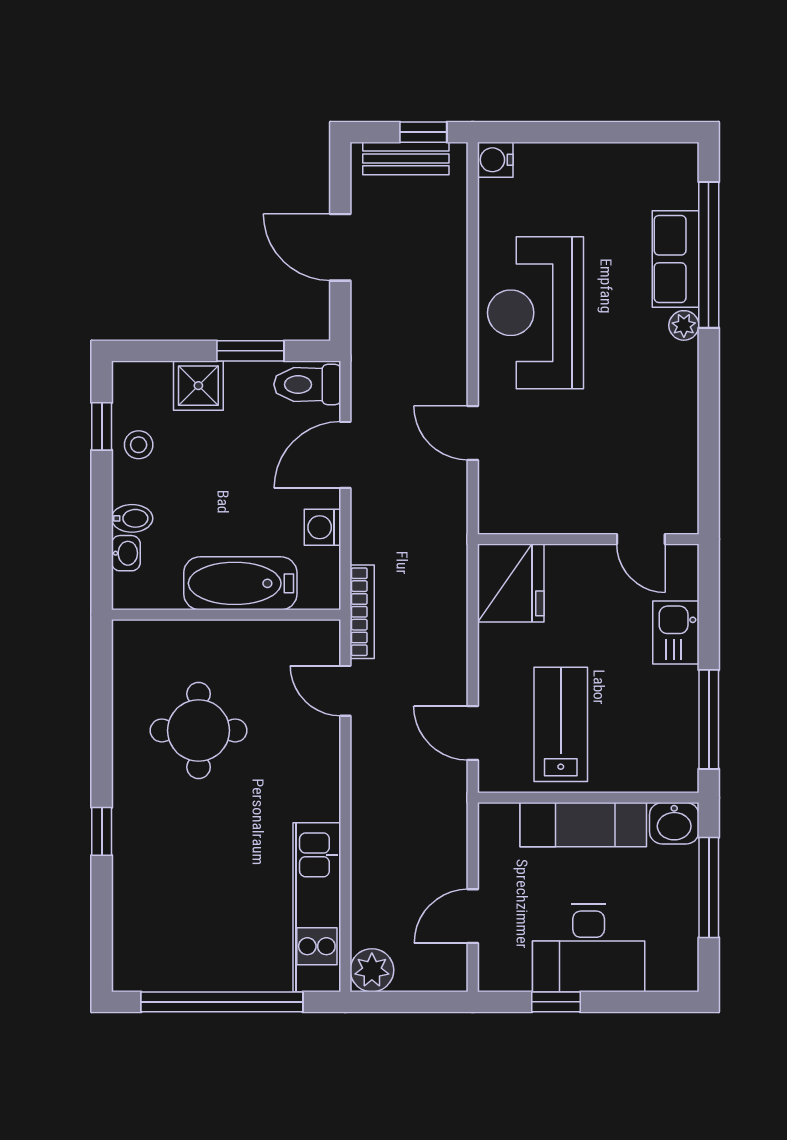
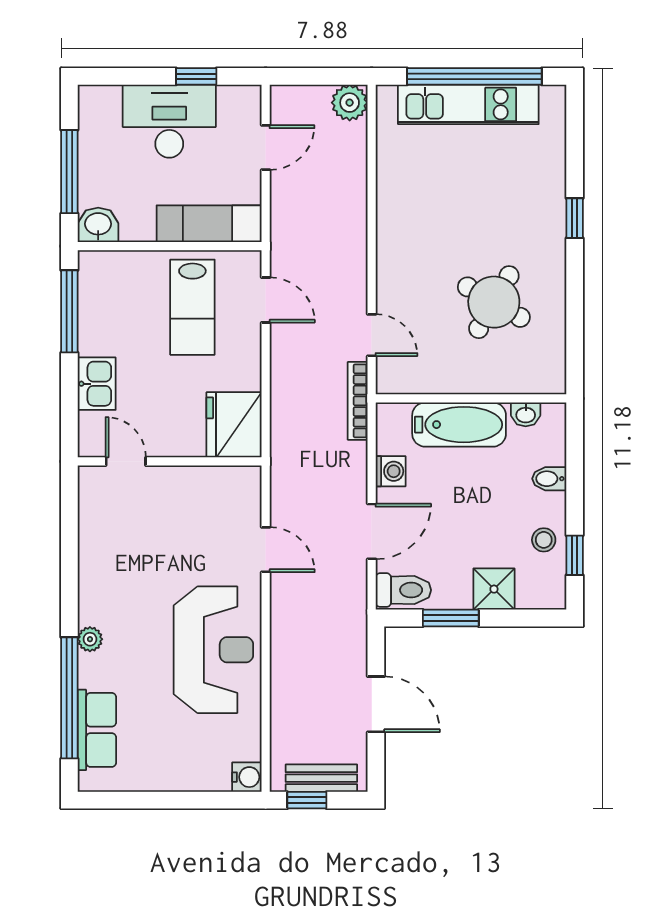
row of seats: (676, 259) -> (97, 730), moved
washbasin: (126, 553) -> (526, 414), moved, turned -90
round table: (199, 730) -> (494, 302), turned 30
exam couch: (583, 825) -> (209, 224), moved
kitchen unit: (317, 907) -> (468, 104), moved, turned 90

